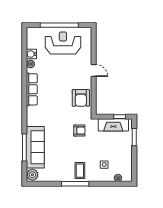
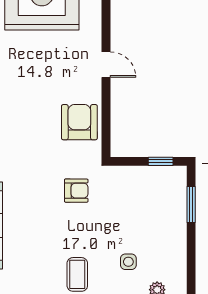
armchair: (81, 98) -> (79, 122), turned 180
fireplace: (113, 125) -> (147, 179), removed

